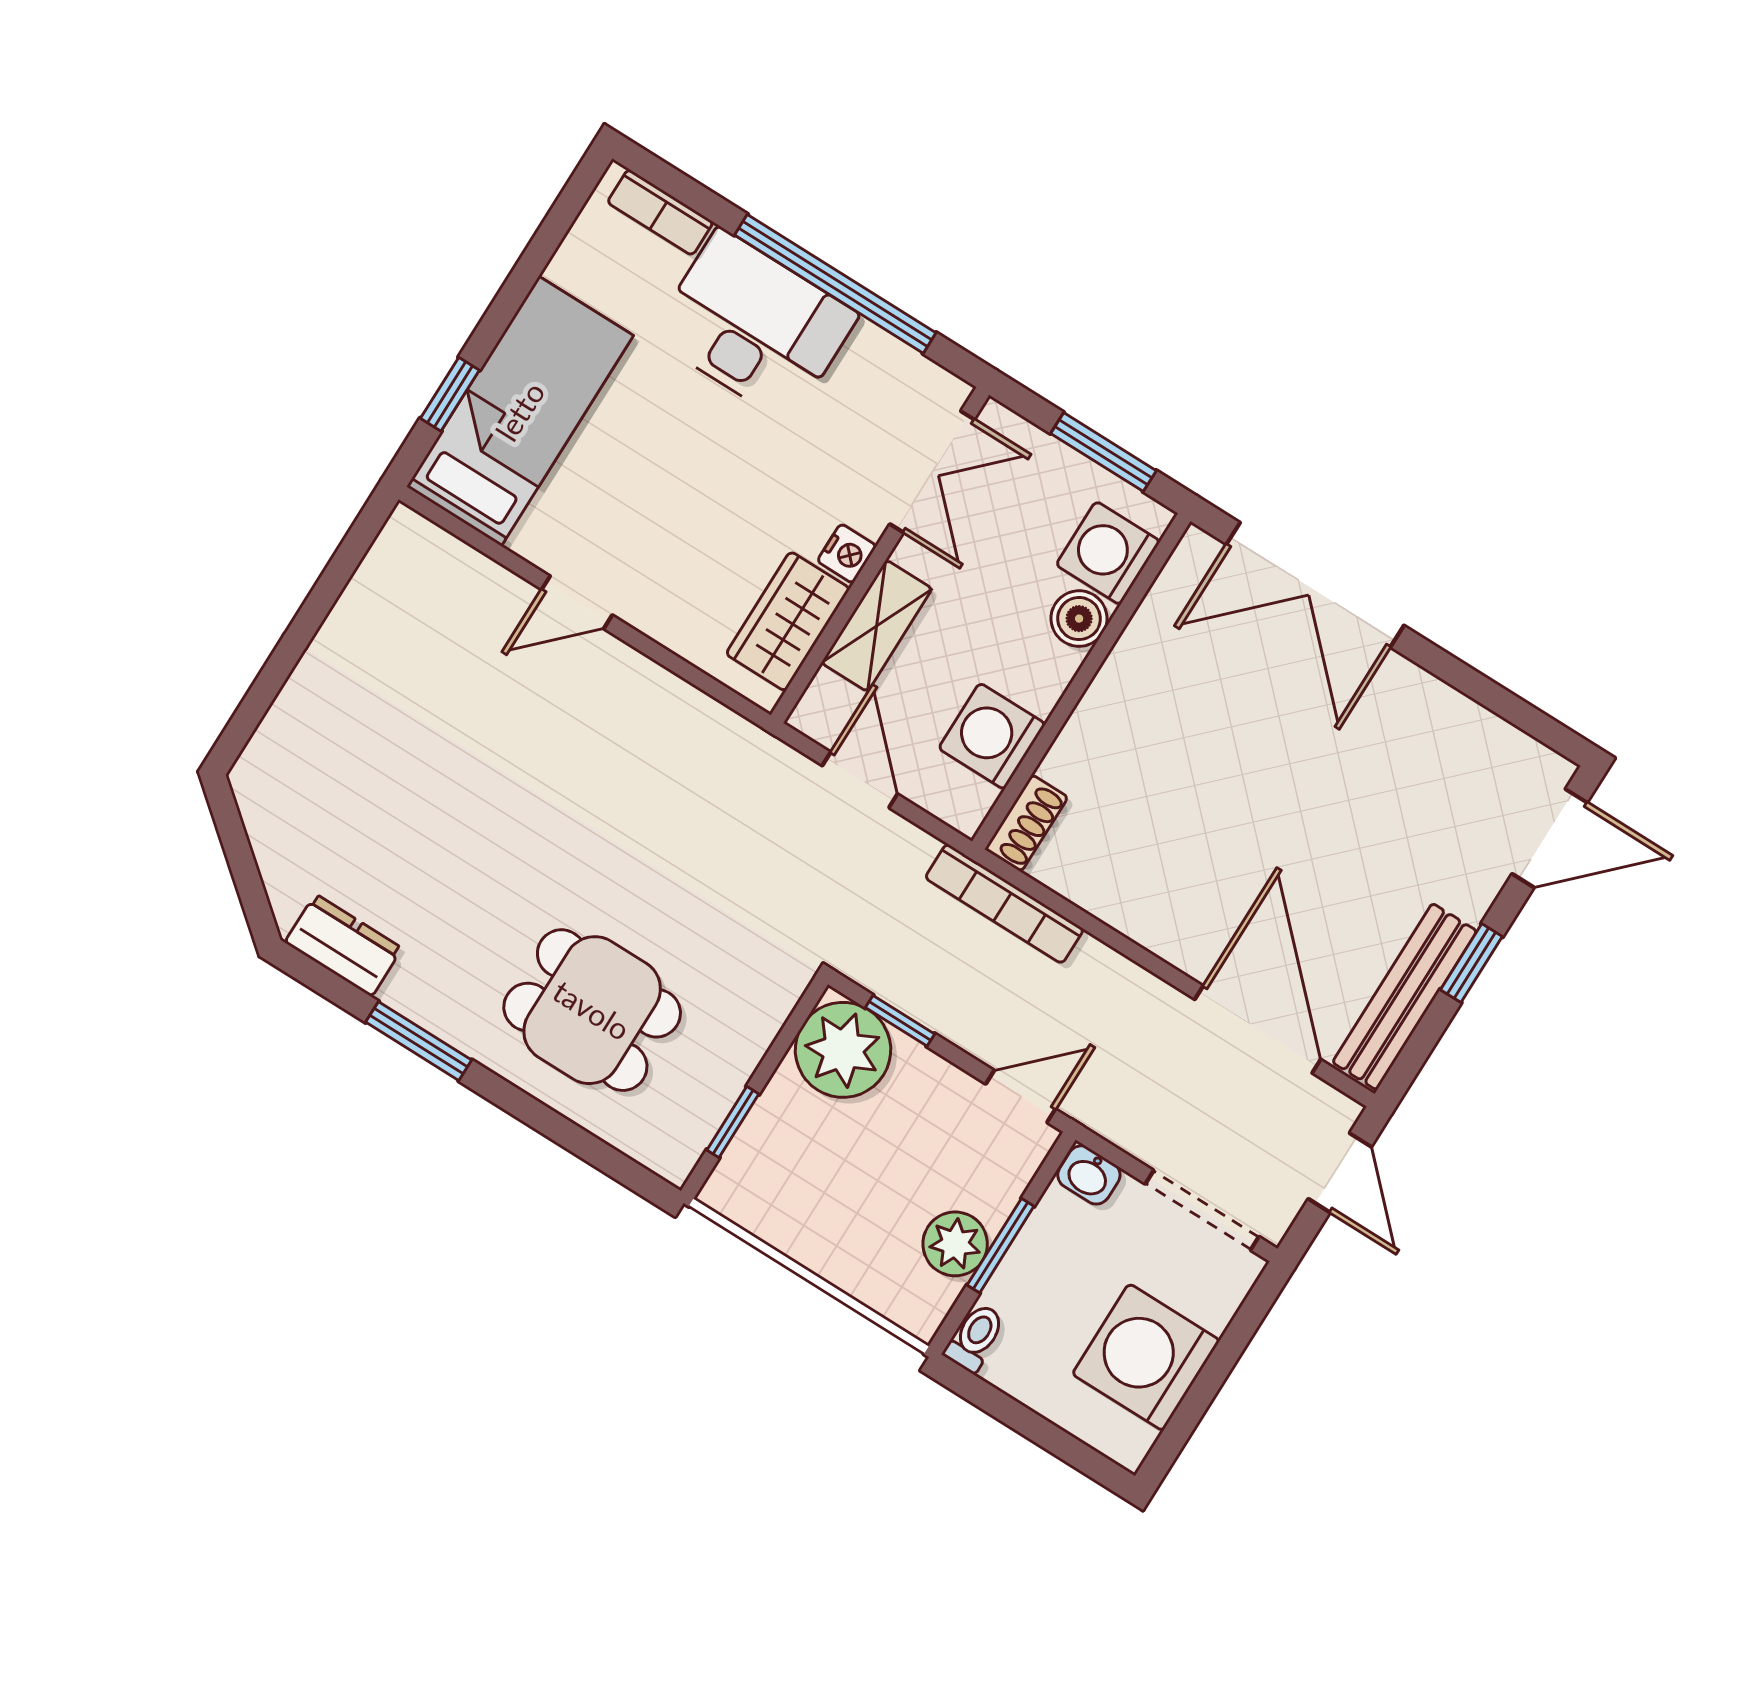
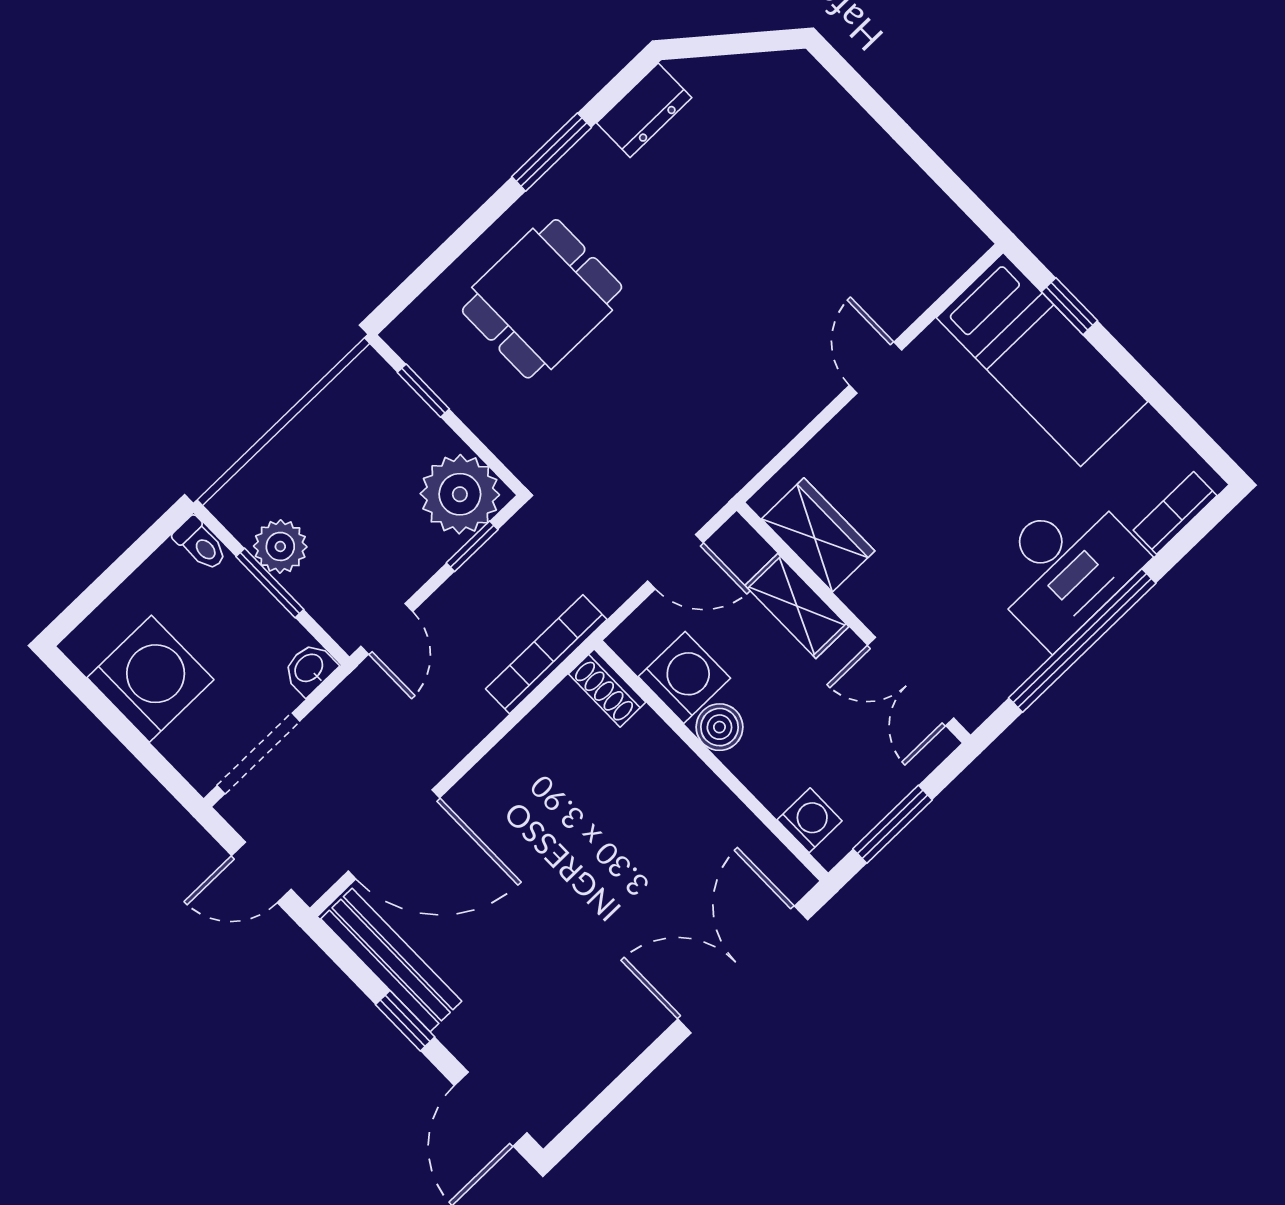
washing machine: (1108, 553) -> (810, 820), width x0.73, depth x0.73
nightstand: (847, 554) -> (861, 596), removed
boiler: (1079, 619) -> (719, 727), moved

